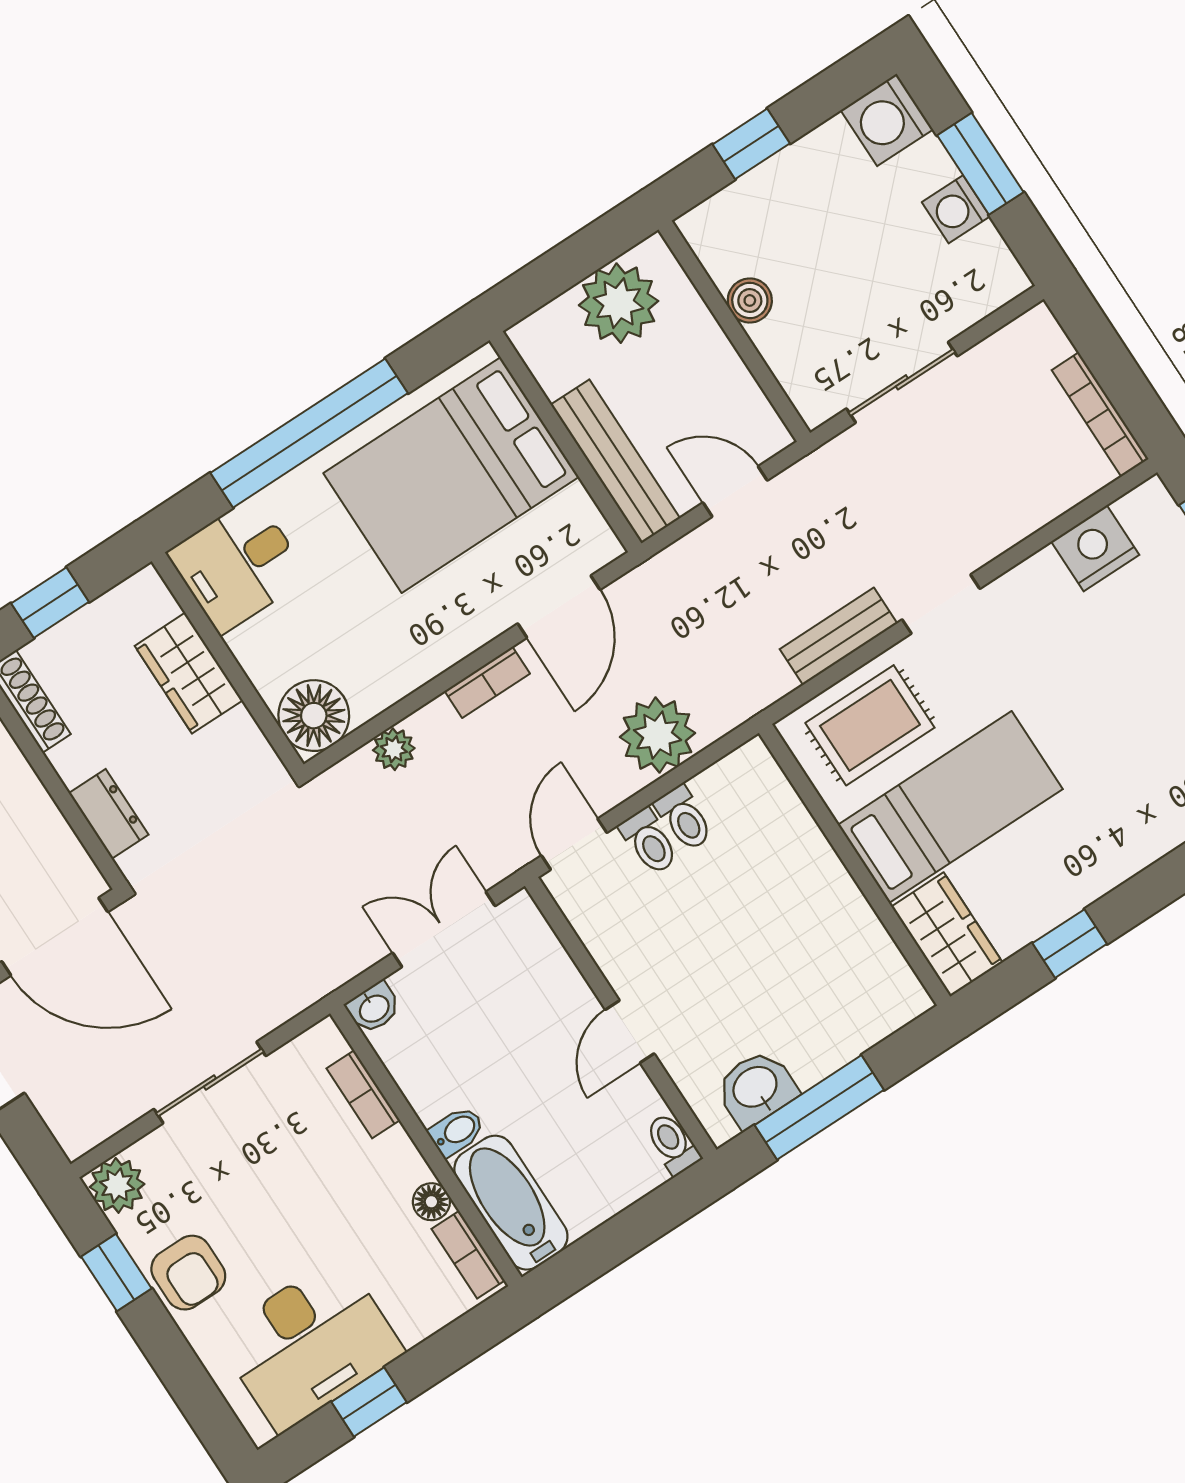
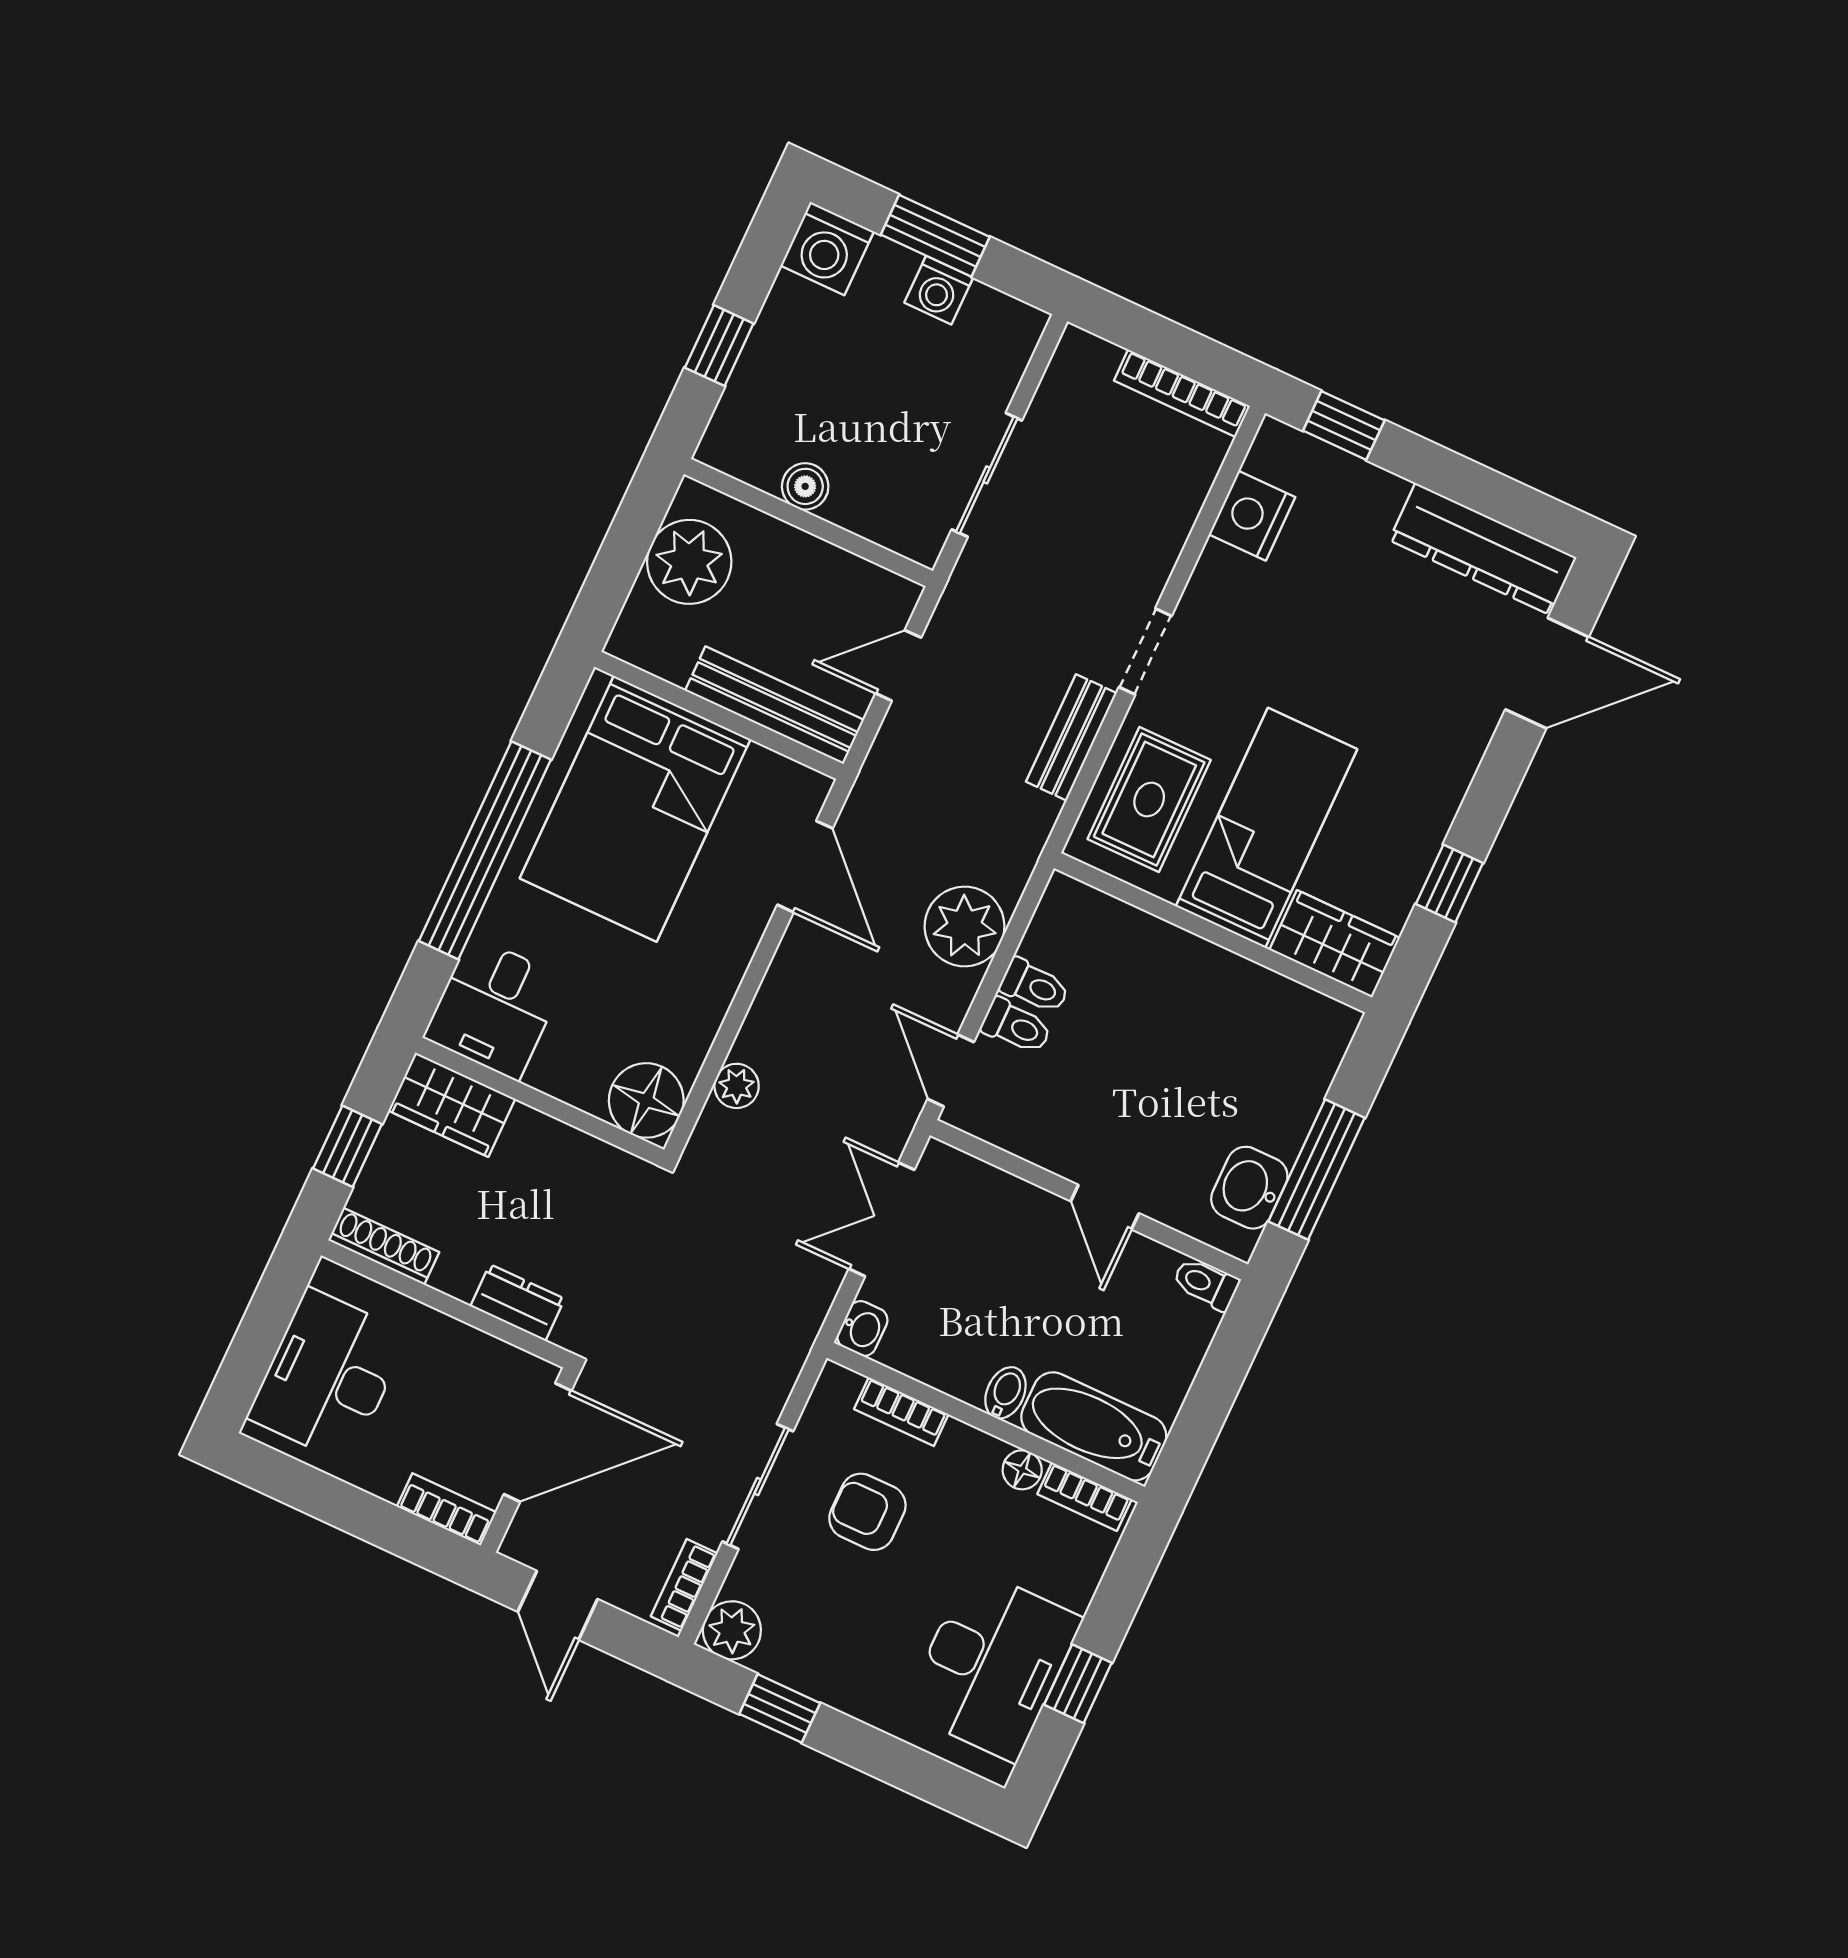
wardrobe: (189, 673) -> (452, 1105), moved
bookcase: (487, 682) -> (684, 1585), moved, turned 180
armchair: (188, 1273) -> (867, 1512), moved, turned 180

